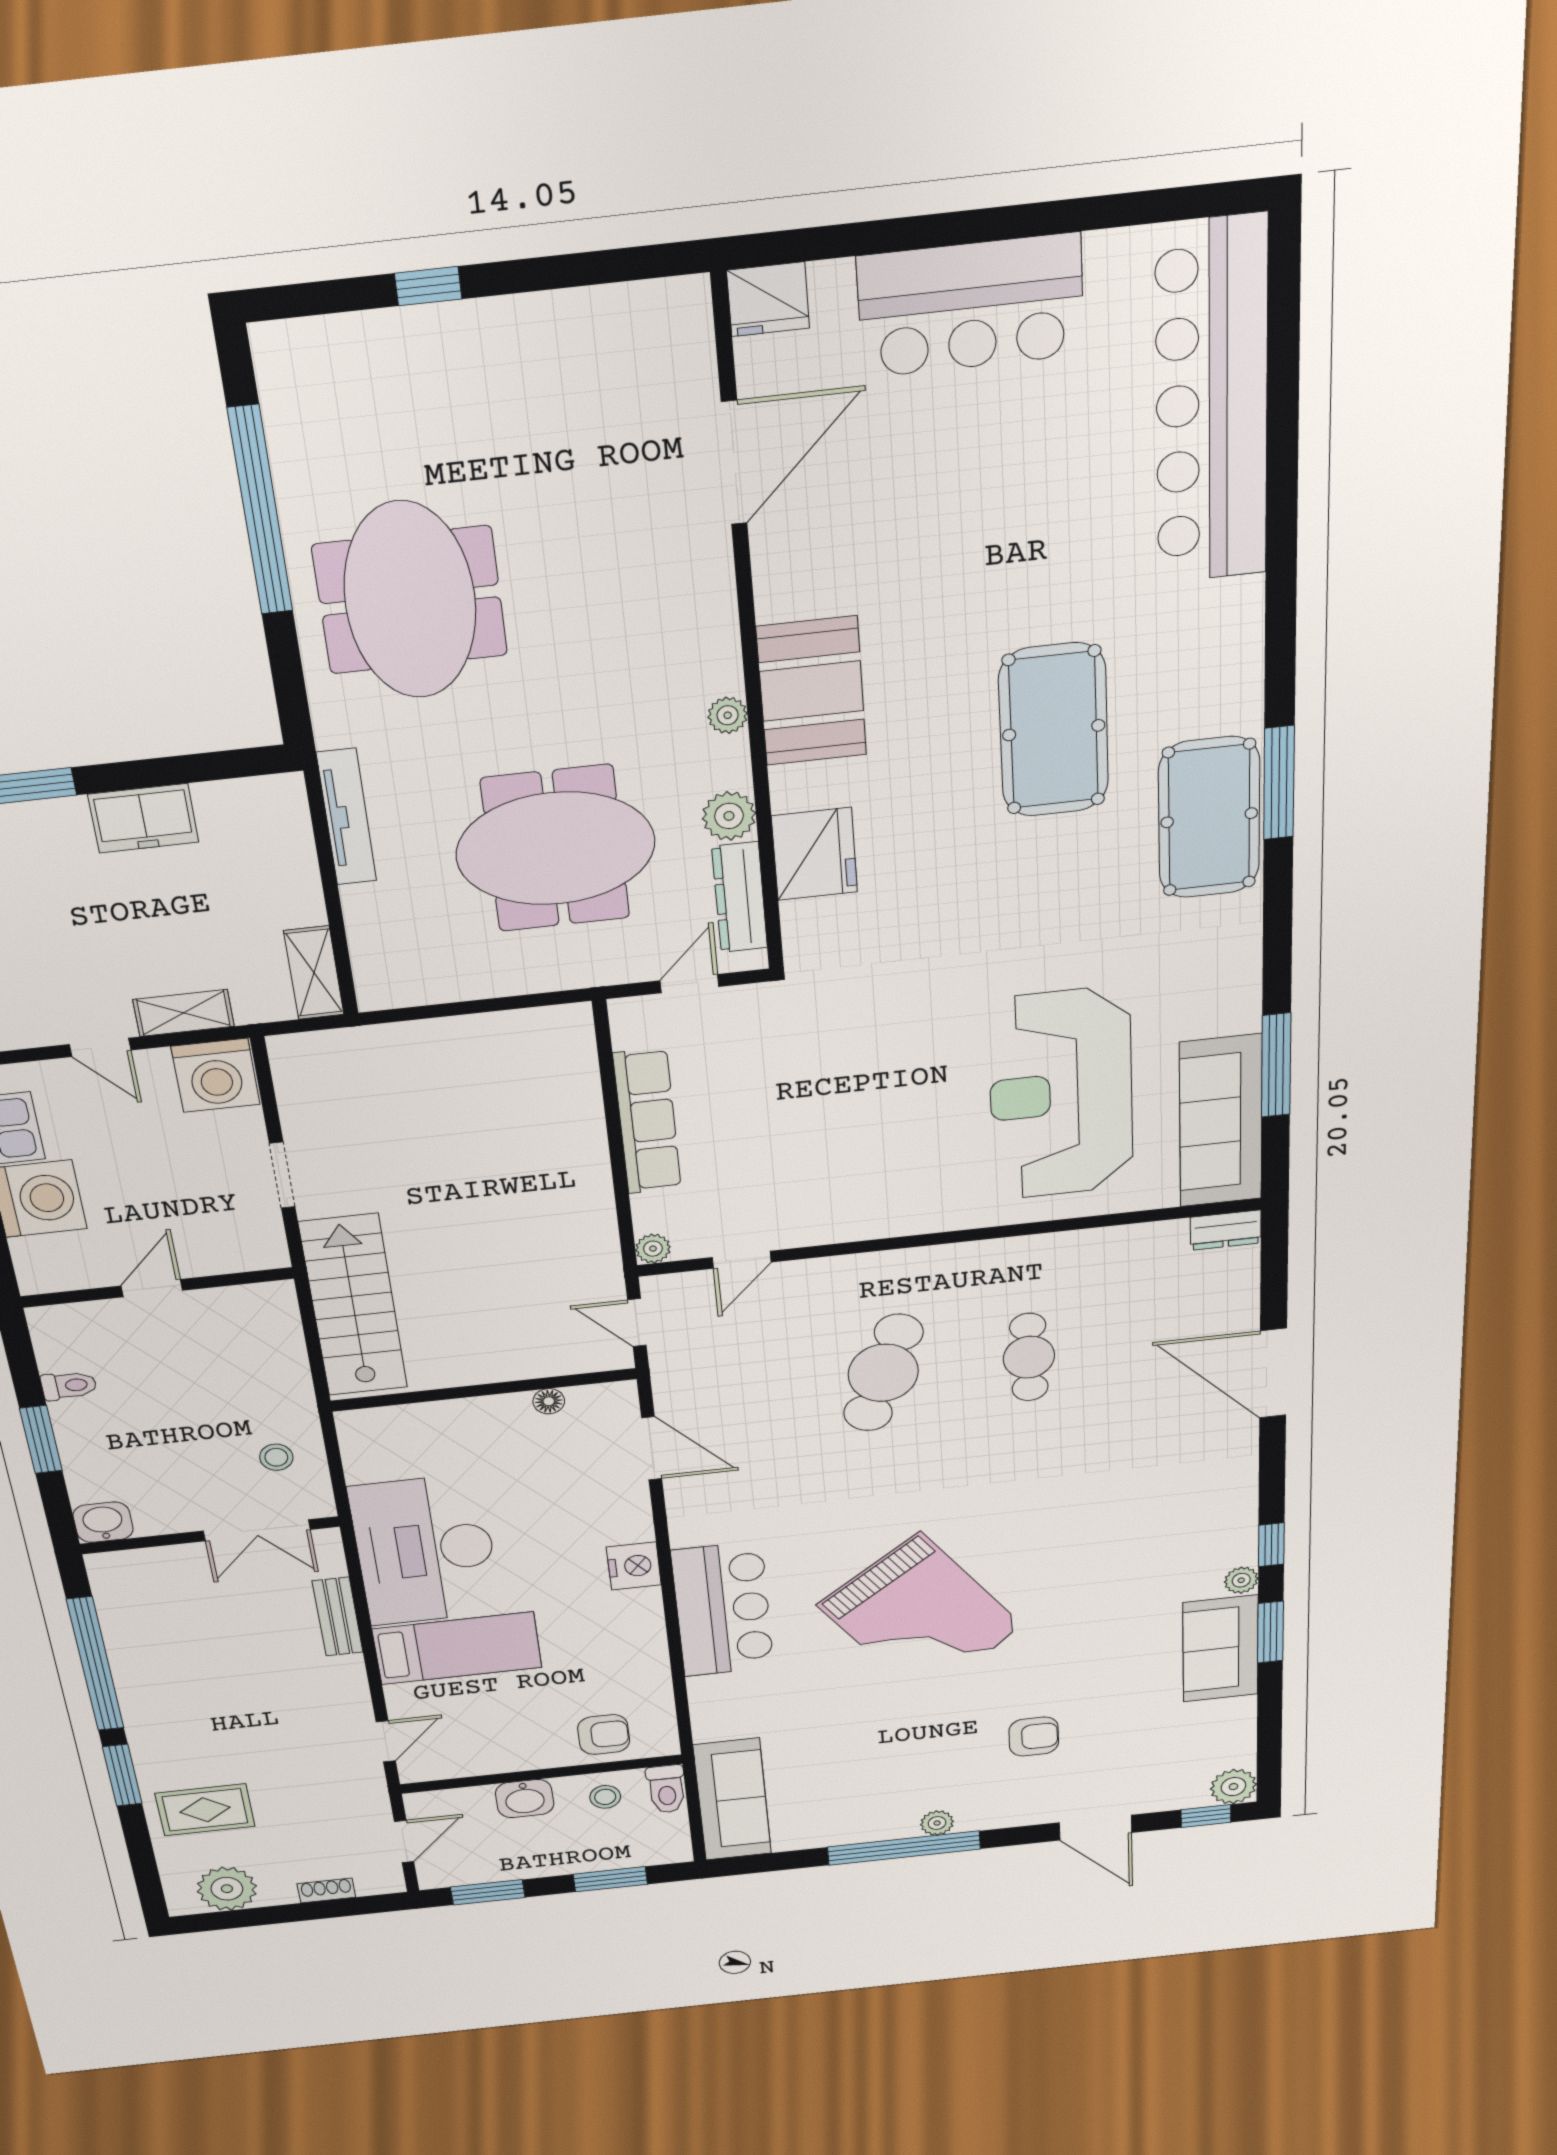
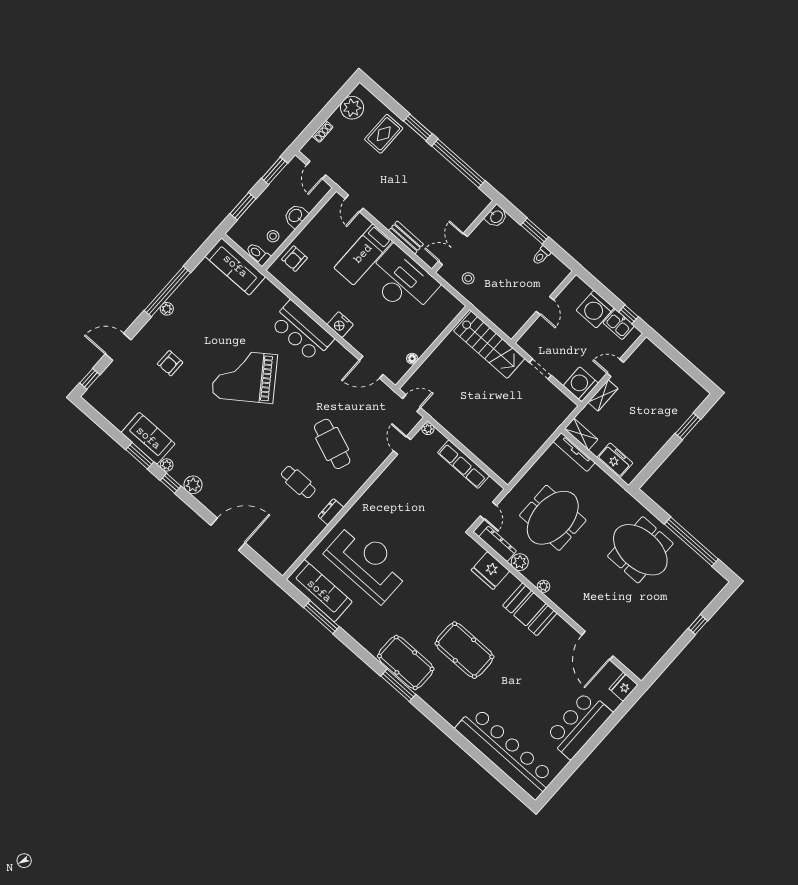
tv unit: (346, 817) -> (574, 452), moved
freezer: (143, 818) -> (615, 460), moved, turned 90
dresser: (1226, 1230) -> (331, 512), moved
plant: (1233, 1787) -> (193, 485), moved

